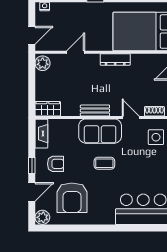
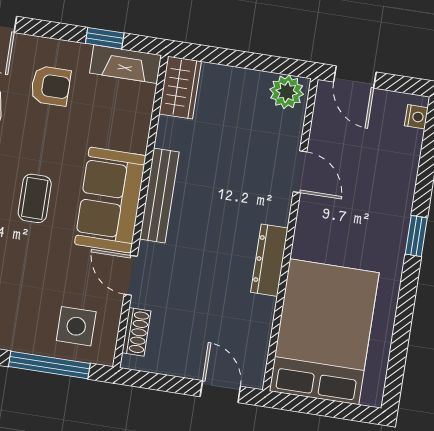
bench: (95, 110) -> (159, 195), width x1.36
door: (131, 117) -> (131, 275), swing flipped
armchair: (56, 164) -> (51, 86), turned -90
window: (32, 165) -> (105, 38), moved

